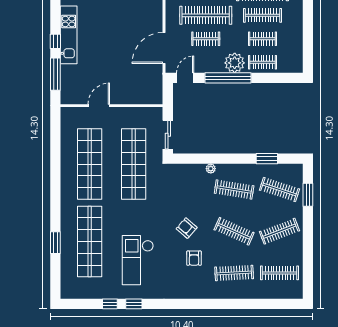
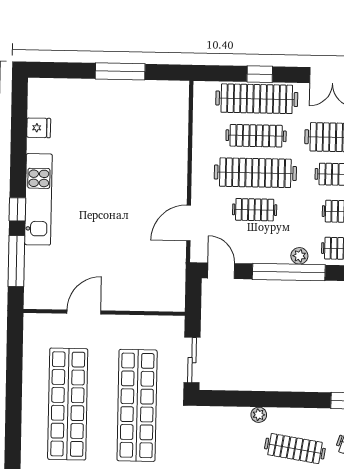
door: (164, 48) -> (189, 223), width x0.73
plant: (235, 63) -> (299, 256), width x0.53, depth x0.53
door: (185, 78) -> (221, 271), hinge flipped

